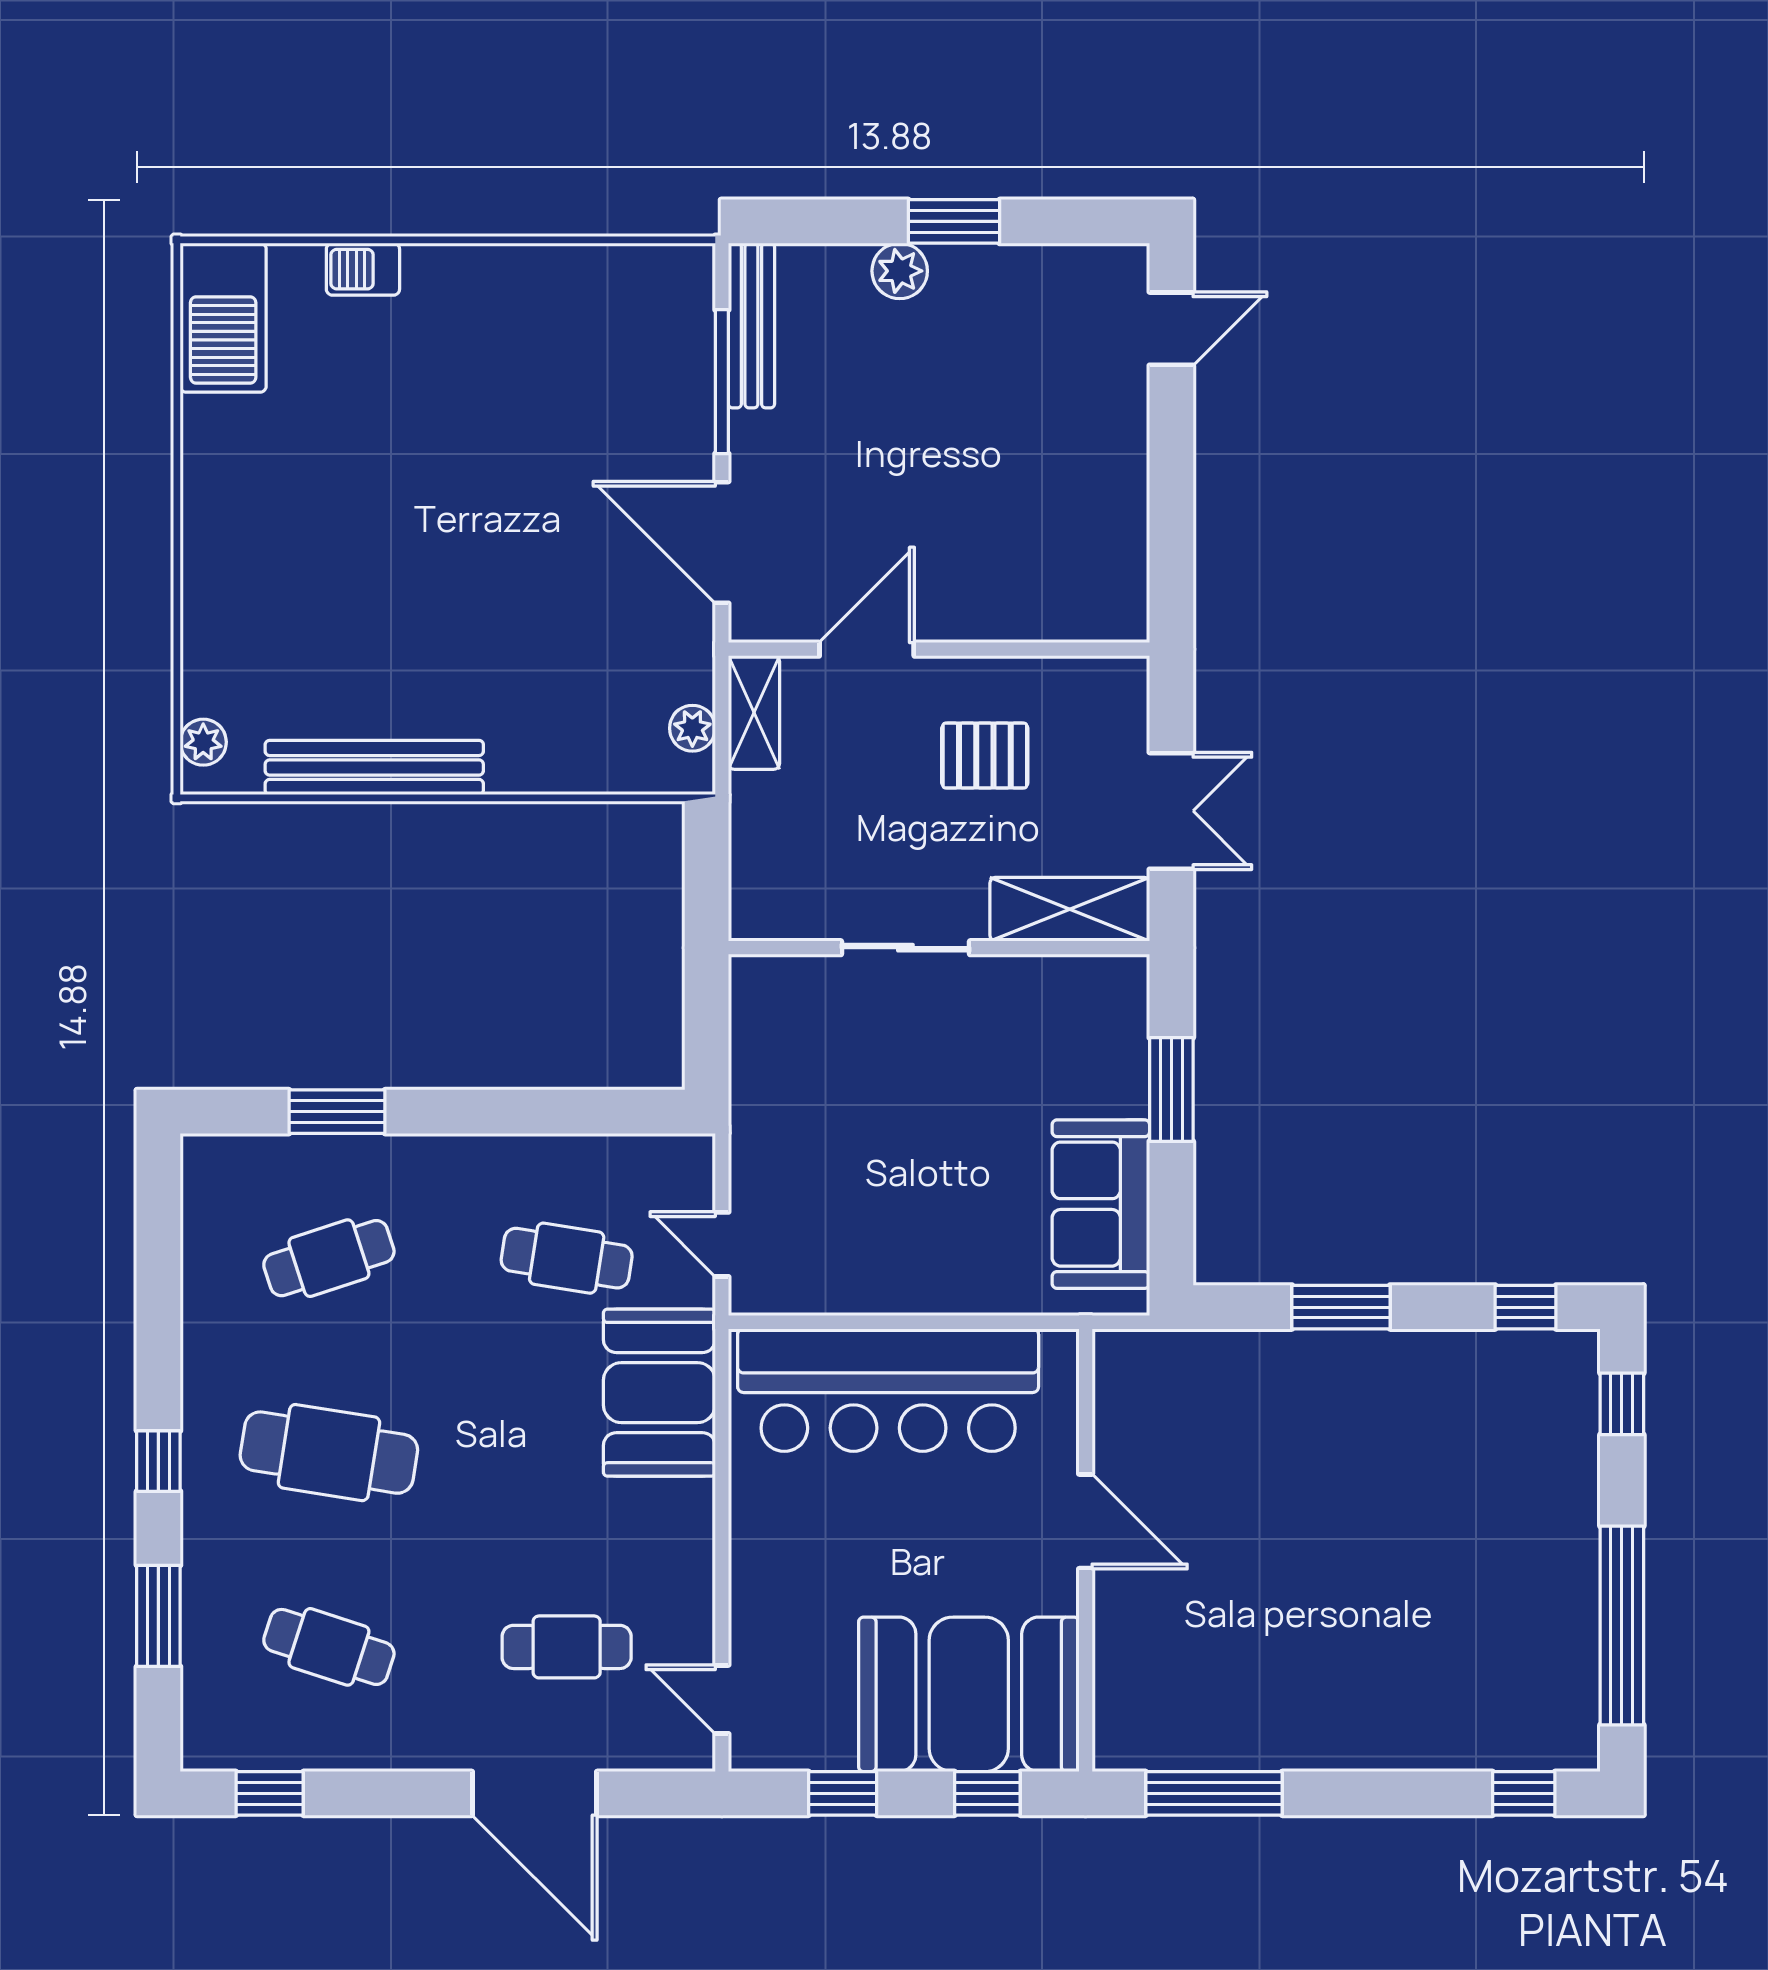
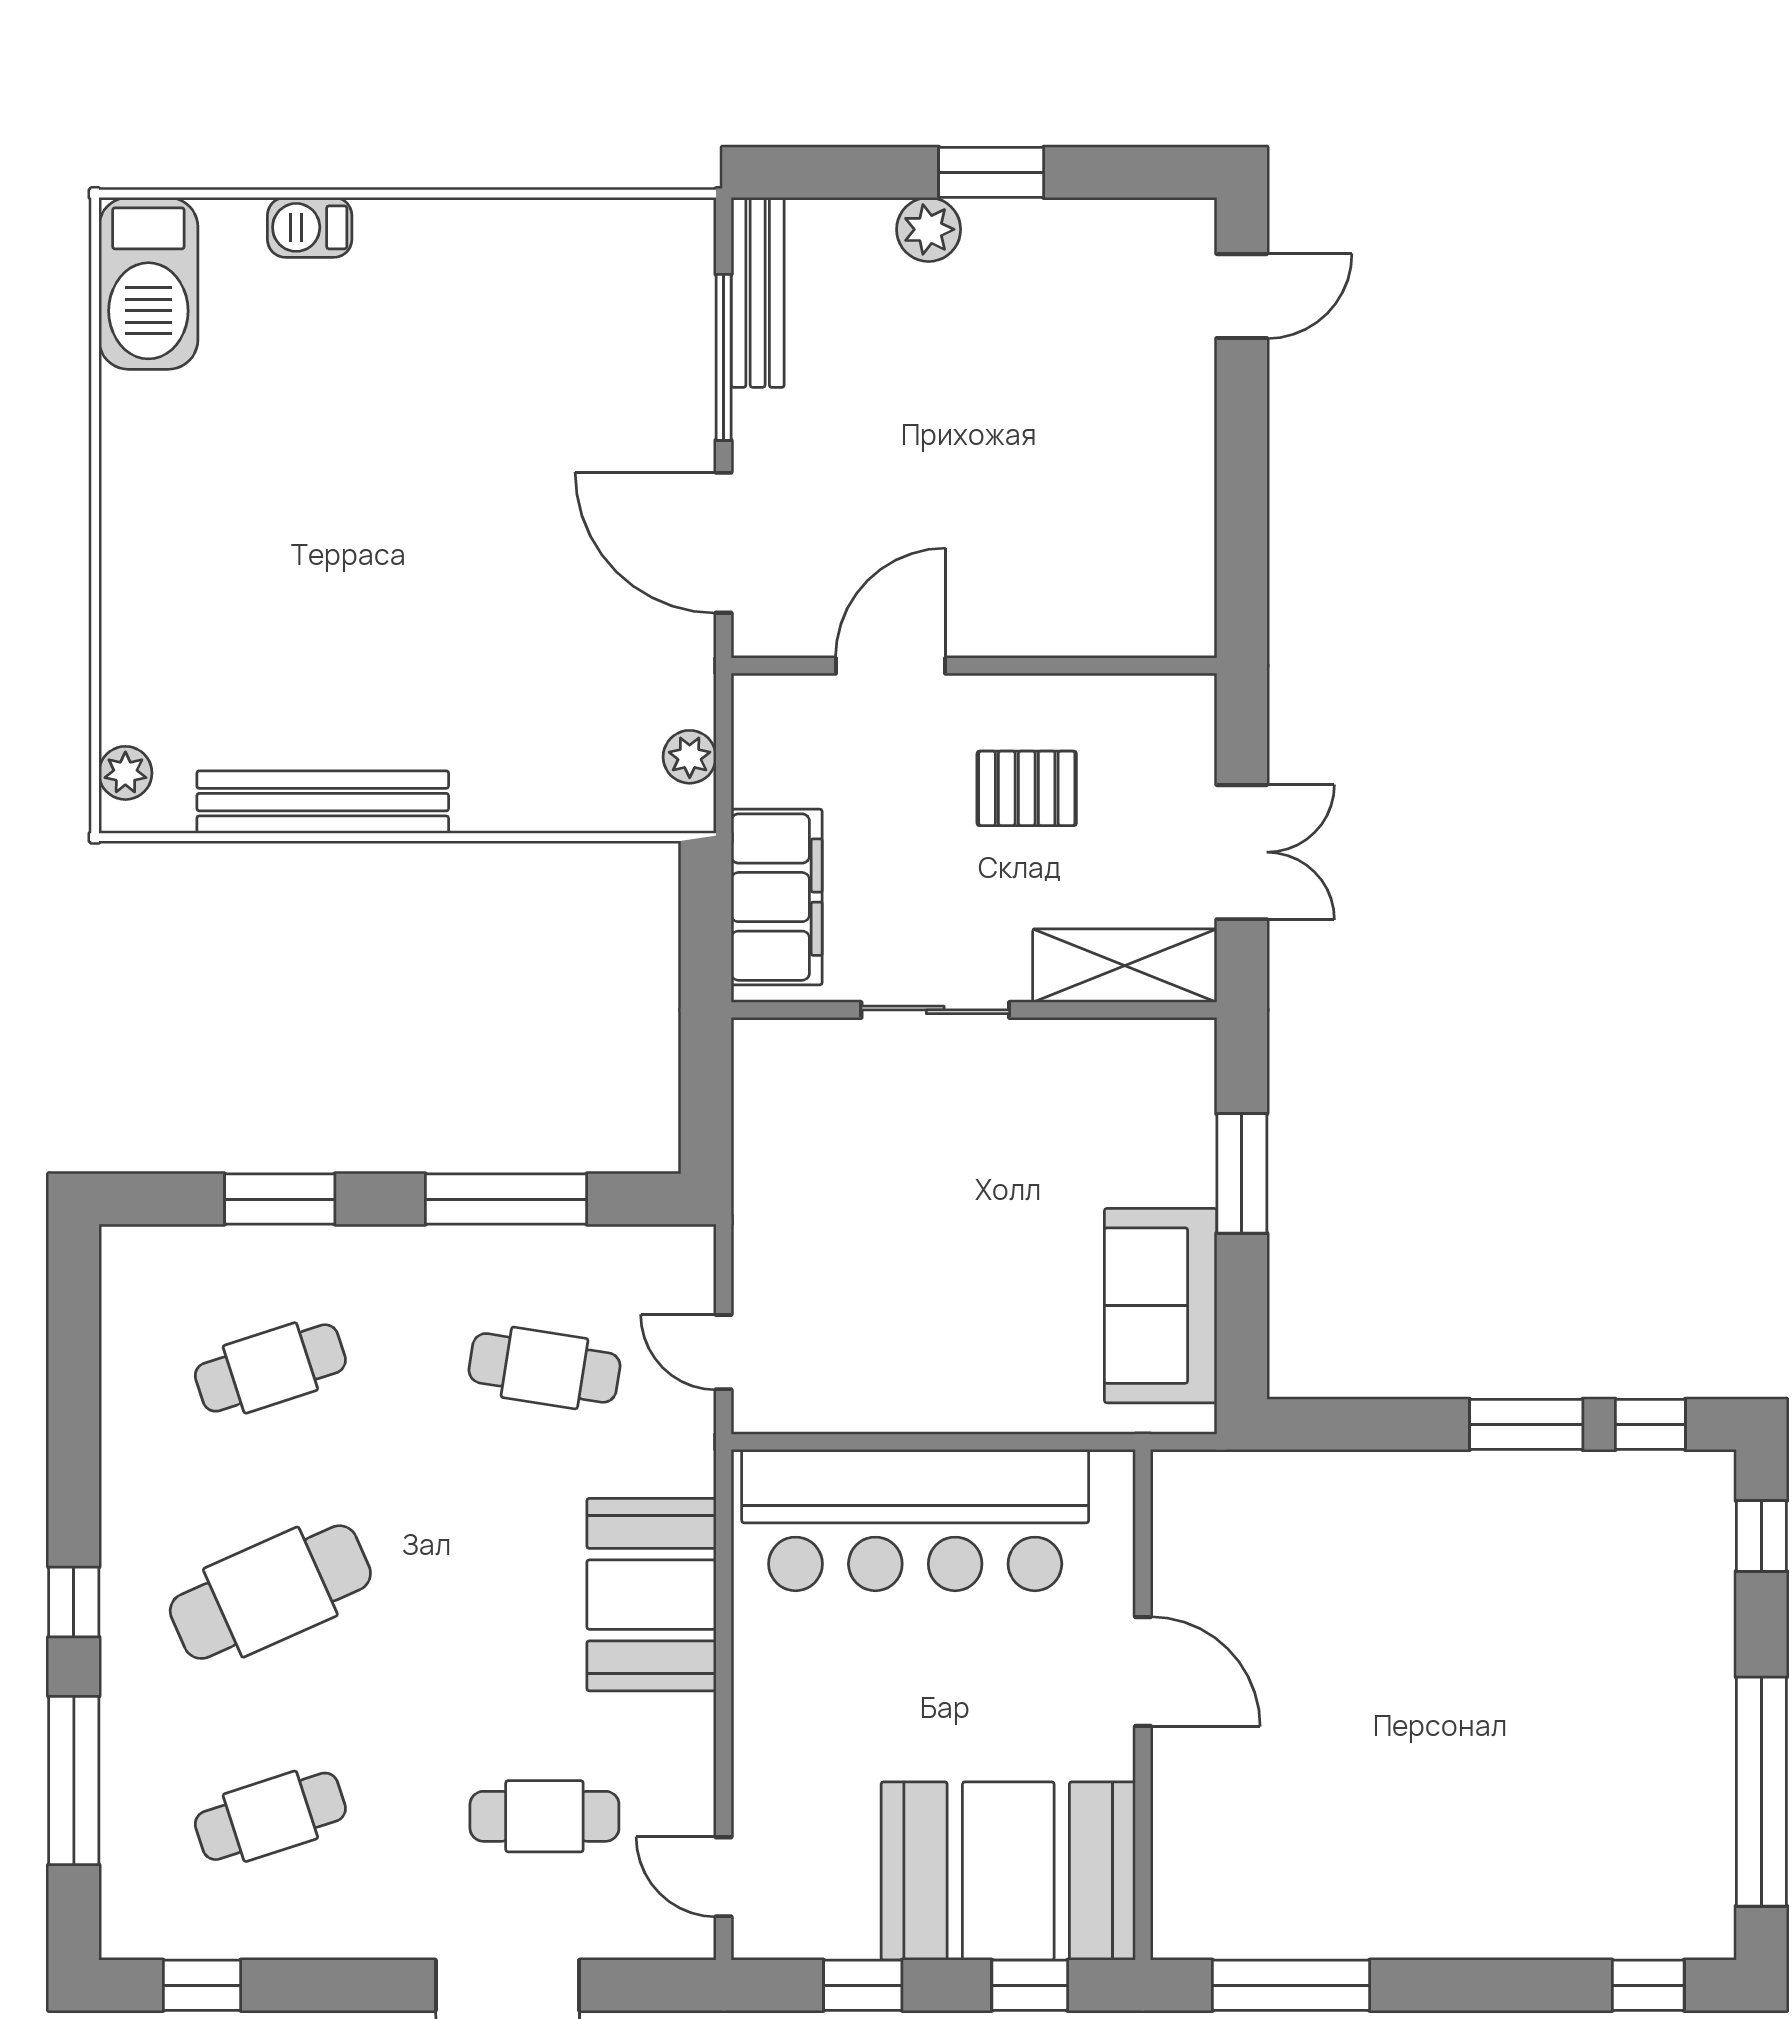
shelving: (754, 712) -> (761, 739), removed
filing cabinet: (768, 850) -> (777, 897), added
window: (533, 1112) -> (506, 1199), added
window: (1341, 1307) -> (1526, 1424), moved
booth: (659, 1393) -> (651, 1595), moved
cafe table: (329, 1453) -> (270, 1592), turned -33
window: (158, 1616) -> (74, 1780), width x1.44
cafe table: (329, 1647) -> (270, 1816), turned -36

